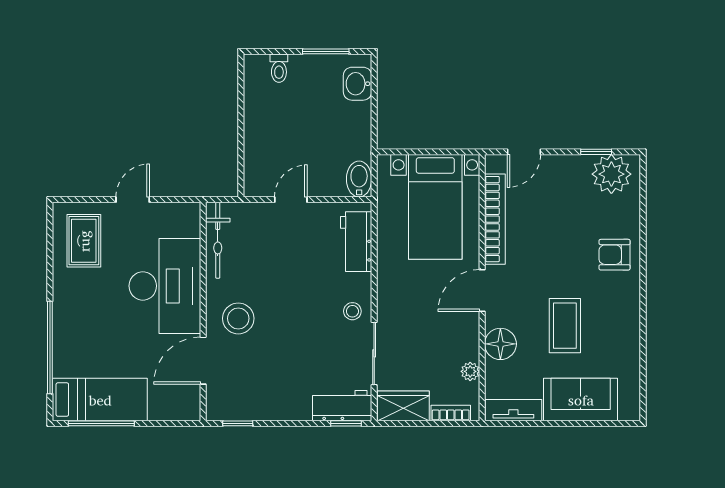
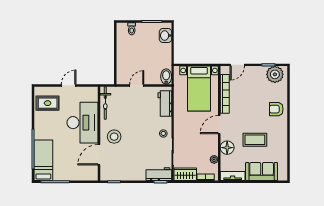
rug: (84, 241) -> (48, 103), turned 90
coffee table: (565, 326) -> (255, 140), turned 90
bed: (100, 400) -> (43, 160), moved, turned -90

